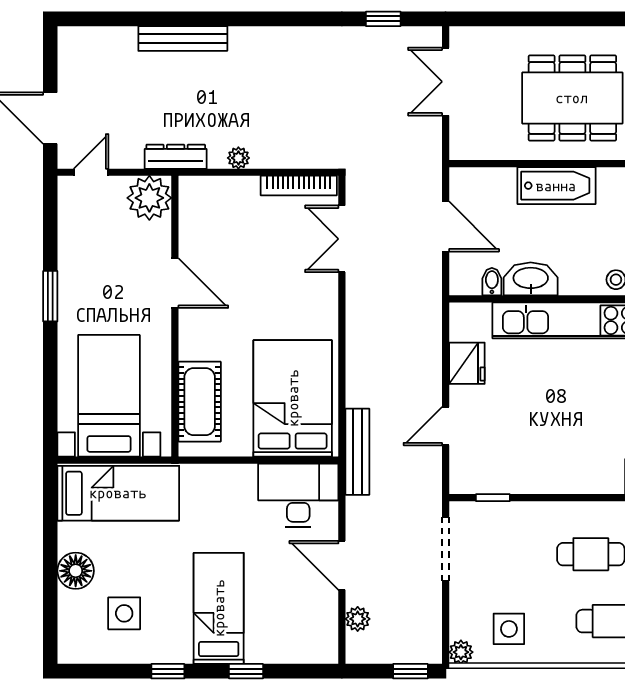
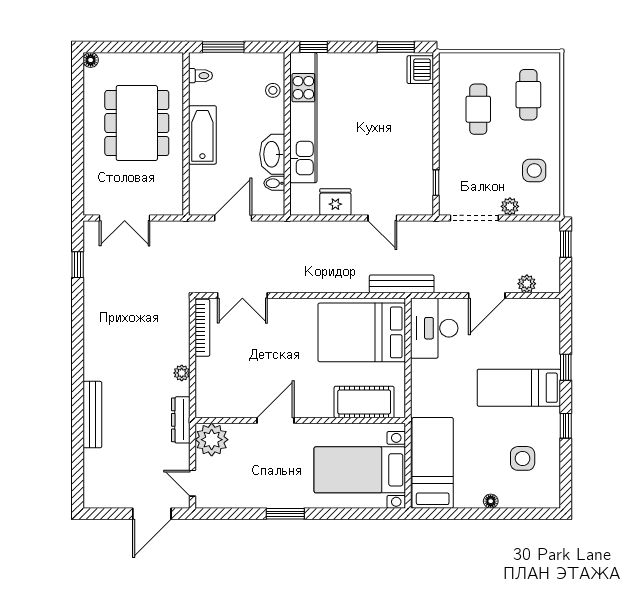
floor lamp: (76, 571) -> (491, 501), width x0.53, depth x0.53
plant: (461, 652) -> (510, 206), moved

